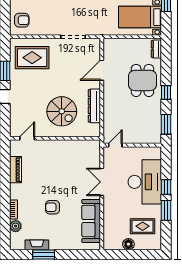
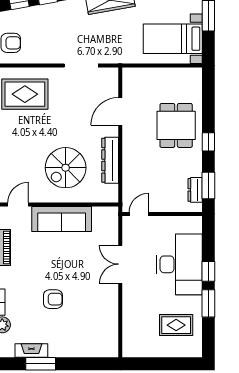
dresser: (156, 49) -> (195, 190), moved
spiral stairs: (62, 111) -> (66, 168), turned 90
armchair: (53, 207) -> (53, 299), turned 180
sofa: (91, 221) -> (62, 219), moved, turned -90
floor lamp: (128, 244) -> (157, 350), removed

